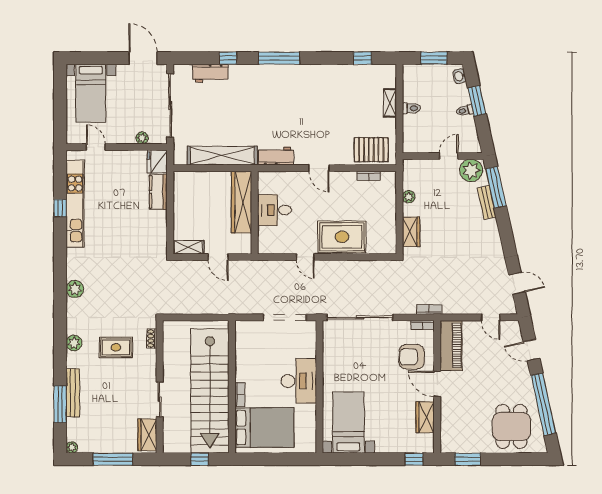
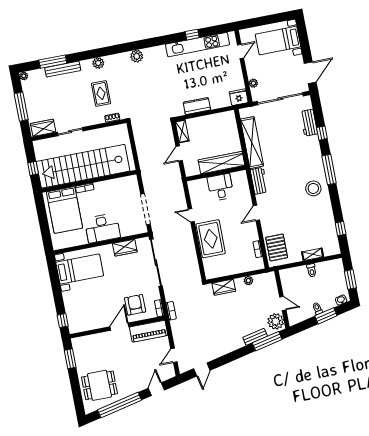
stool: (301, 84) -> (313, 188), added
kitchen counter: (158, 192) -> (197, 106), moved
door: (305, 257) -> (191, 215), hinge flipped
wardrobe: (425, 417) -> (125, 248), moved, turned 180

